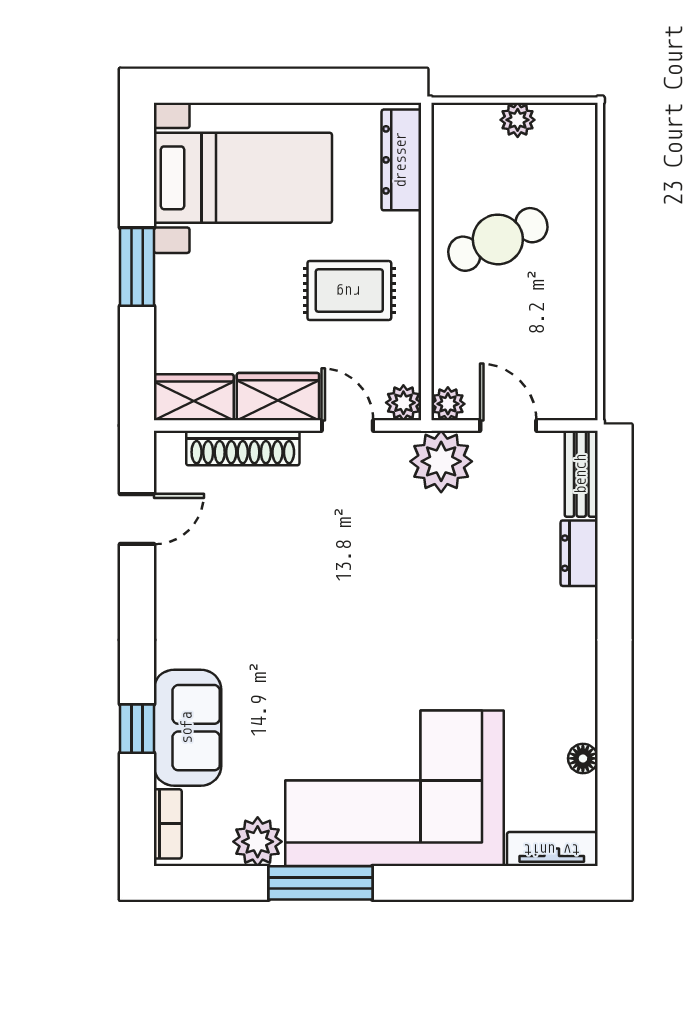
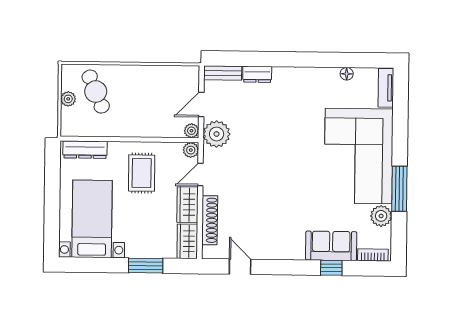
cafe table: (498, 239) -> (96, 92), moved
window: (137, 267) -> (146, 266), moved

